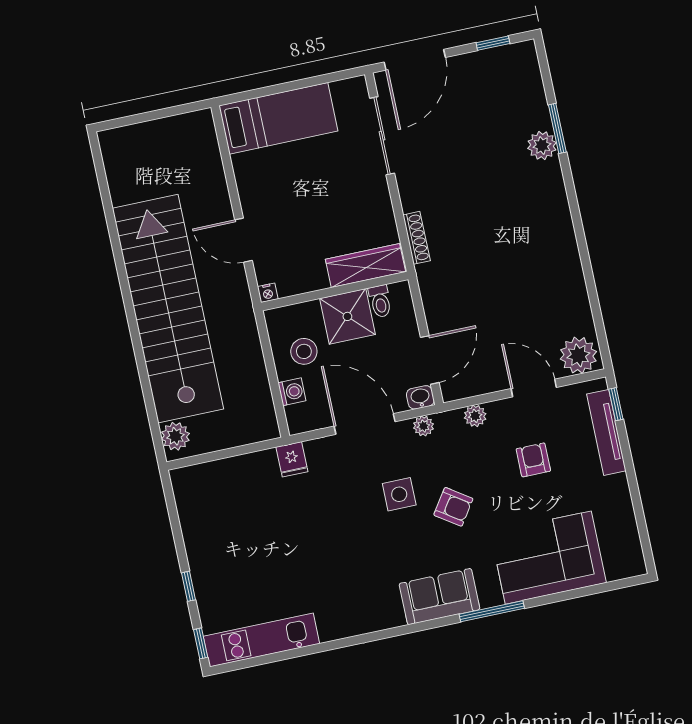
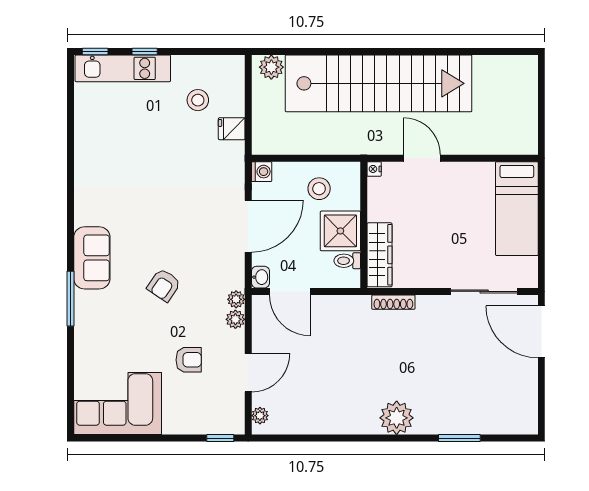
window: (493, 43) -> (541, 400), removed
plant: (542, 146) -> (397, 418), moved, width x1.36, depth x1.36
door: (244, 240) -> (422, 158), hinge flipped
plant: (578, 355) -> (260, 416), width x0.53, depth x0.53
washing machine: (292, 392) -> (262, 172), moved, turned -90
plant: (423, 426) -> (236, 299), moved
tv unit: (606, 432) -> (199, 425), removed
fridge: (292, 459) -> (232, 129), moved
side table: (399, 494) -> (184, 242), removed
stool: (231, 513) -> (198, 100), added
corner sofa: (548, 558) -> (118, 404), moved, turned -90
kitchen unit: (261, 640) -> (123, 68), moved, turned 90

